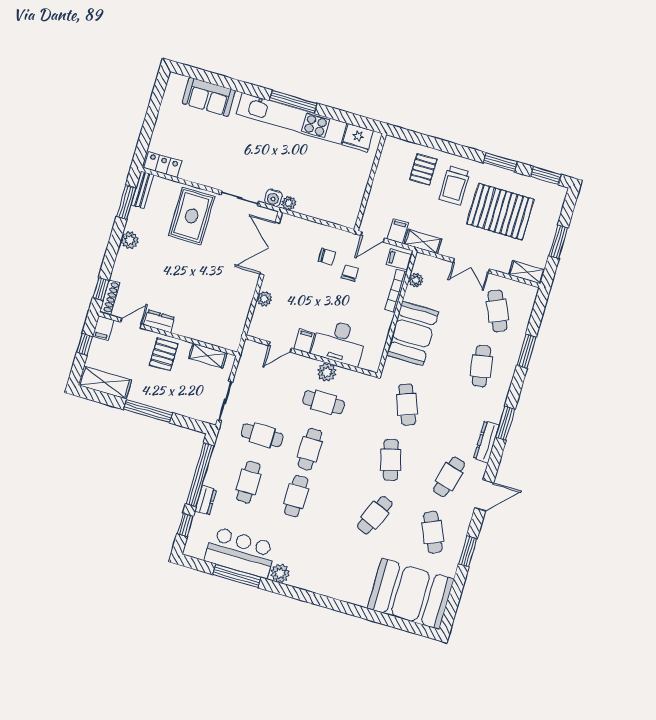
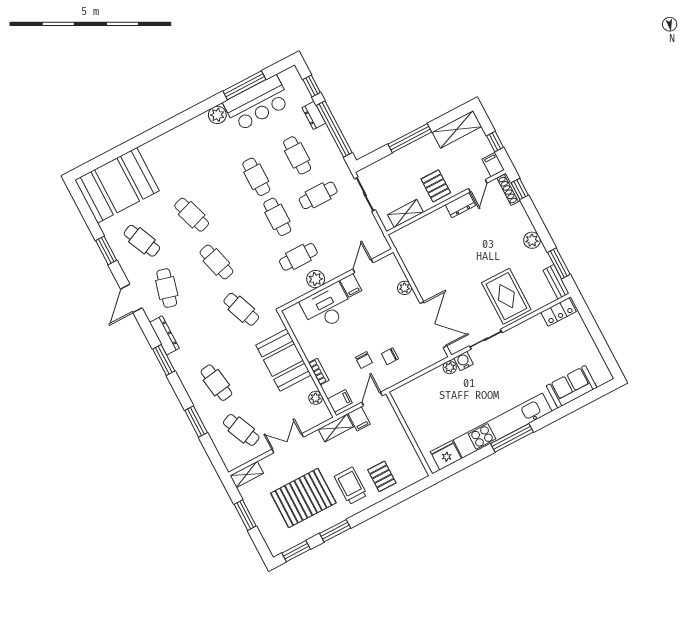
bookcase: (396, 291) -> (319, 372), width x0.64
cafe table: (375, 515) -> (192, 215), turned -42

